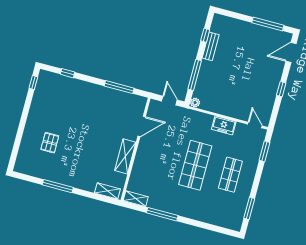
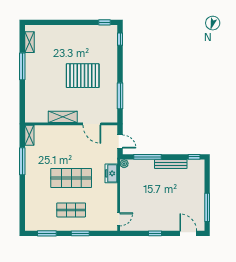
window: (205, 35) -> (194, 157), moved
bench: (211, 46) -> (171, 164), width x1.36
window: (67, 73) -> (120, 39), moved
door: (169, 101) -> (120, 141), hinge flipped
freezer: (224, 125) -> (111, 173), moved
pallet: (50, 143) -> (83, 76), moved, width x2.05, depth x2.00
window: (265, 151) -> (80, 233), moved
shelving: (107, 191) -> (30, 42), moved

